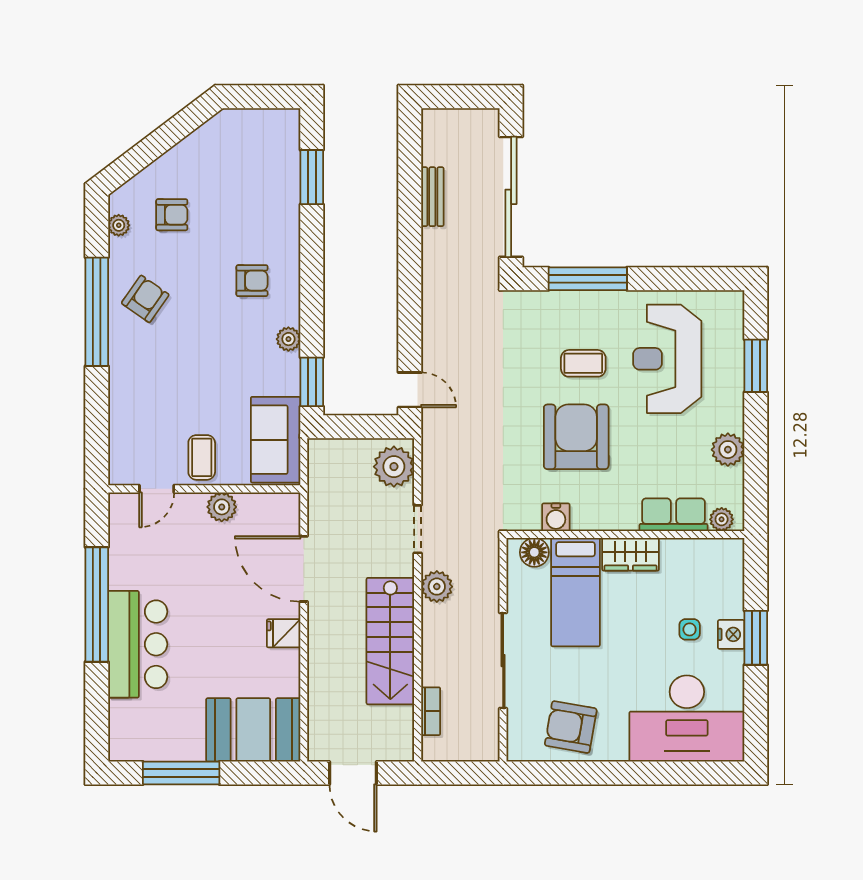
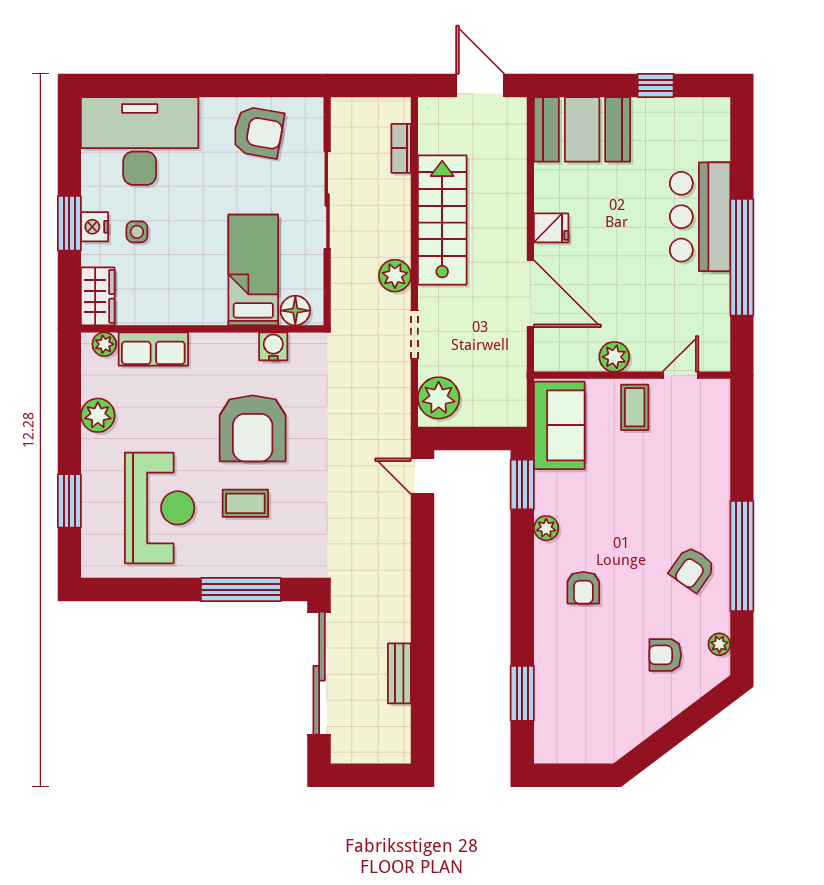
armchair: (252, 281) -> (583, 588), turned -90
wardrobe: (631, 554) -> (98, 296), moved, turned 90
window: (181, 773) -> (656, 85), width x0.46

